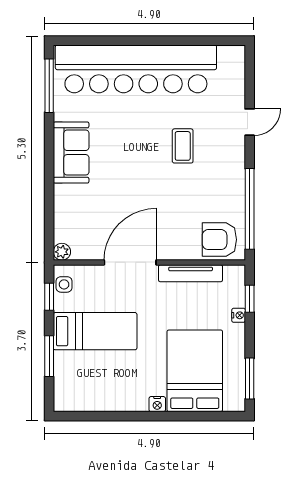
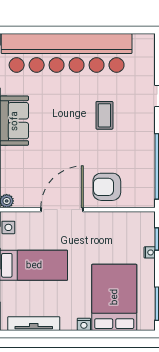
armchair: (219, 240) -> (107, 187), moved
tv unit: (191, 273) -> (34, 324), moved, turned 180

